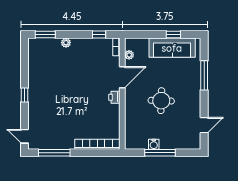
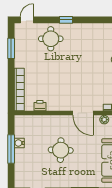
printer: (114, 97) -> (40, 106), moved
round table: (44, 111) -> (51, 39), added
window: (54, 153) -> (11, 48), width x0.69

